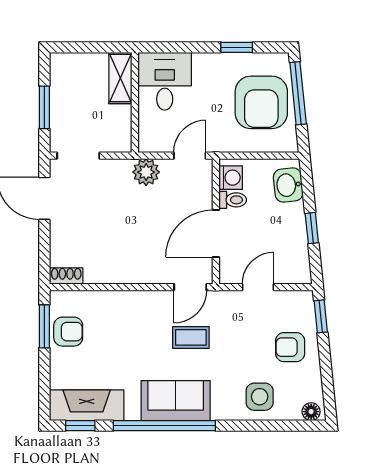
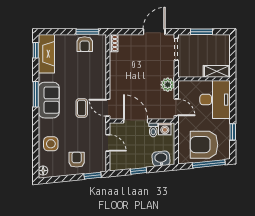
desk: (165, 81) -> (215, 100), width x1.37
window: (164, 426) -> (36, 94), width x0.47

